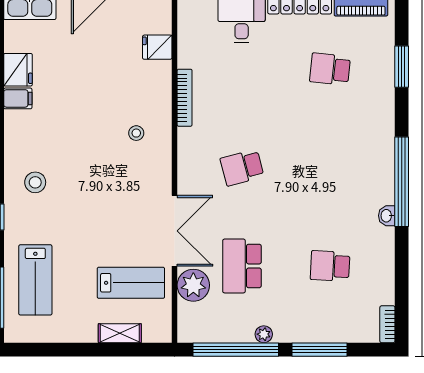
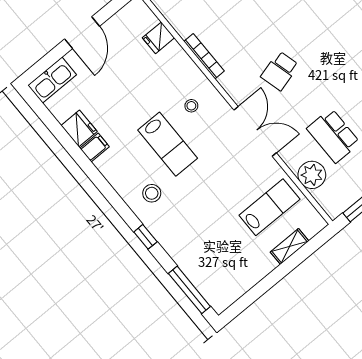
double door: (175, 231) -> (255, 131), moved
lab bench: (35, 280) -> (168, 144), moved

